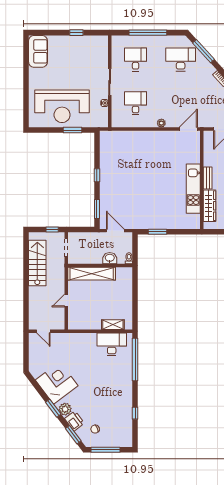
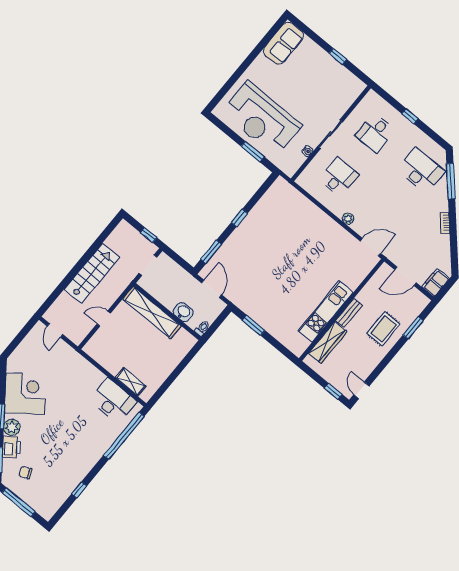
window: (148, 33) -> (410, 116), width x0.32
desk: (136, 59) -> (375, 133), turned 180
stairs: (37, 263) -> (92, 273), moved

